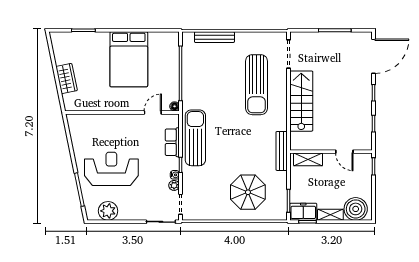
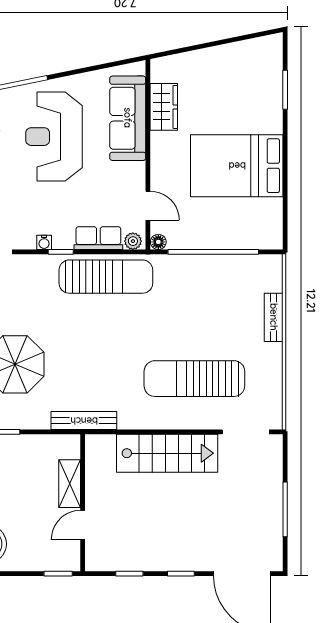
bench: (214, 37) -> (274, 317), width x0.73
wardrobe: (67, 79) -> (164, 107), moved, turned -78
sofa: (100, 125) -> (128, 118), added
shelving: (308, 159) -> (70, 484), moved
reception desk: (111, 169) -> (54, 137), turned 180
plant: (174, 185) -> (133, 241), moved

